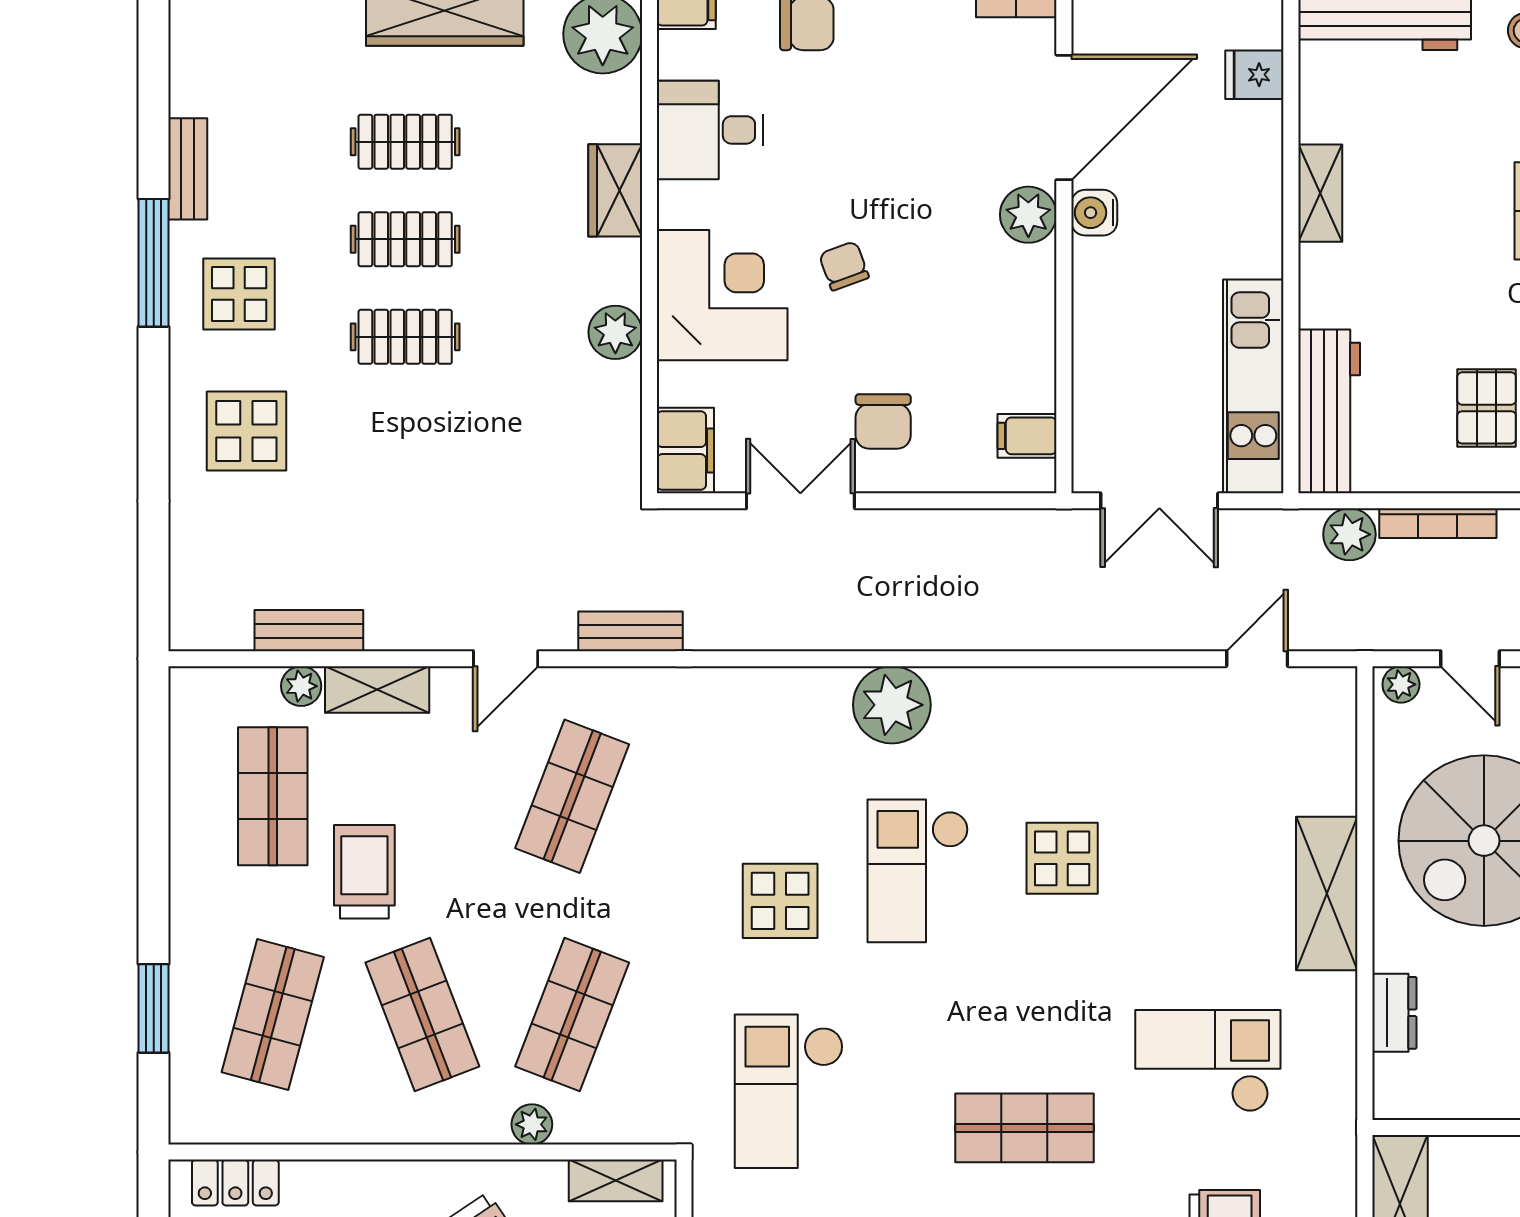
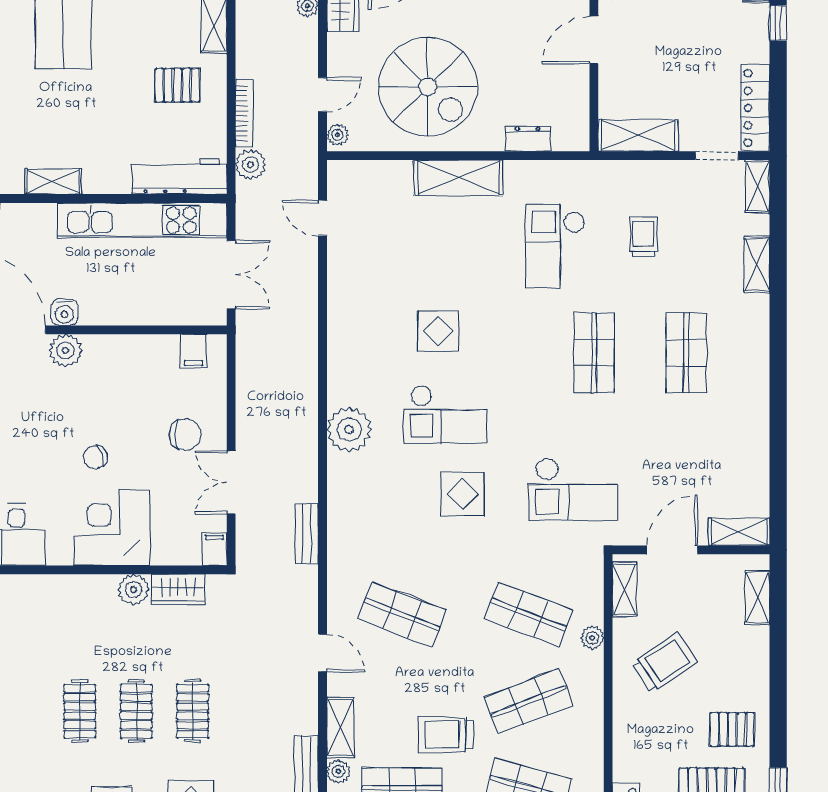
clothes rail: (405, 142) -> (193, 711), moved
wardrobe: (615, 190) -> (178, 590), moved
kitchen unit: (1253, 386) -> (142, 220), width x1.36
filing cabinet: (685, 451) -> (214, 549), width x0.50
bench: (630, 631) -> (307, 534), moved

